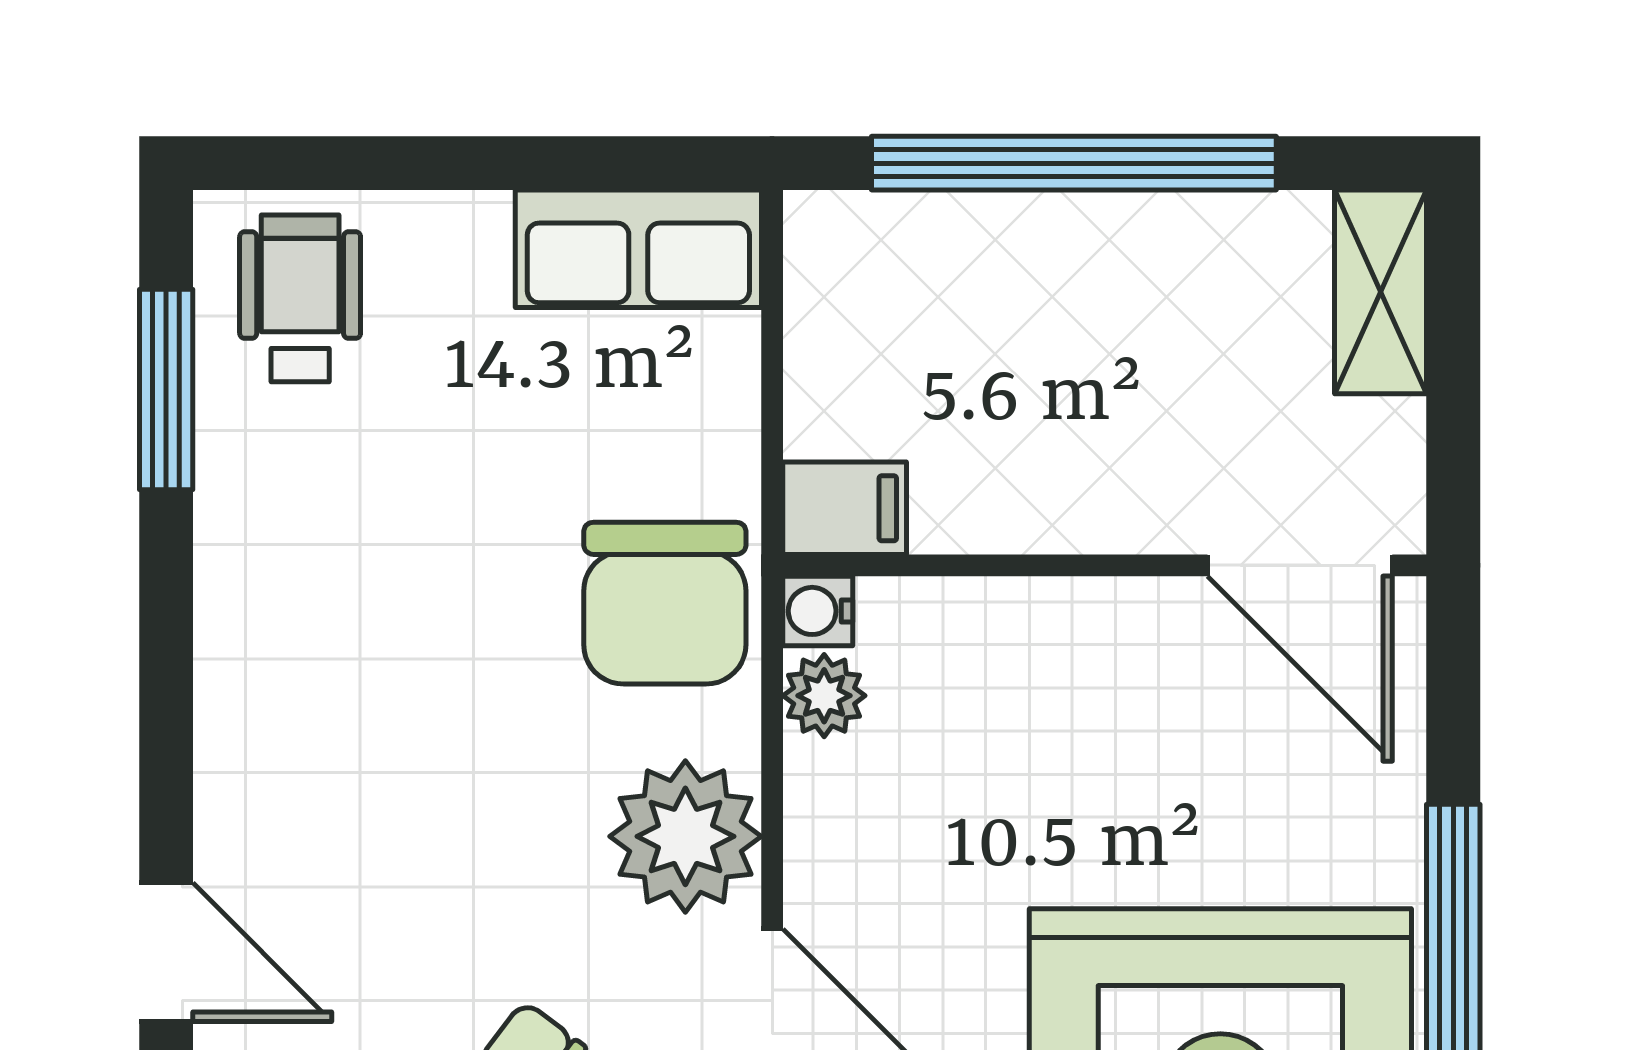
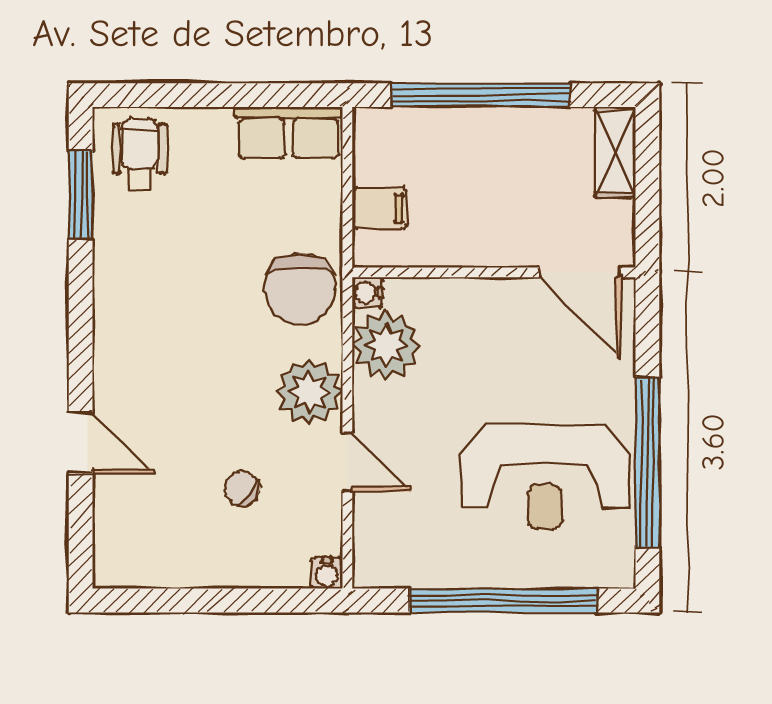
filing cabinet: (845, 508) -> (379, 208), moved
plant: (824, 696) -> (386, 346), width x1.88, depth x1.88

